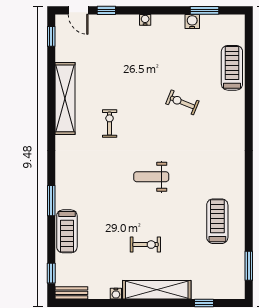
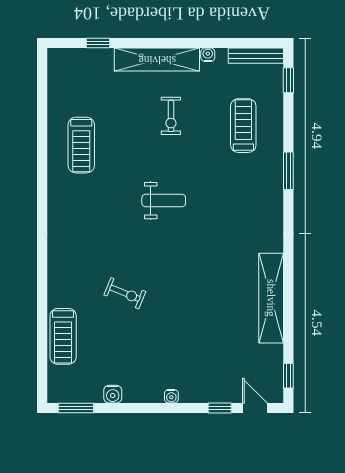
window: (204, 10) -> (76, 408), moved
exercise bike: (110, 124) -> (216, 267), removed
treadmill: (67, 231) -> (243, 126), moved
exercise bike: (145, 245) -> (171, 116), turned -90
window: (249, 266) -> (42, 89), removed
bench: (71, 293) -> (256, 56), width x1.36

